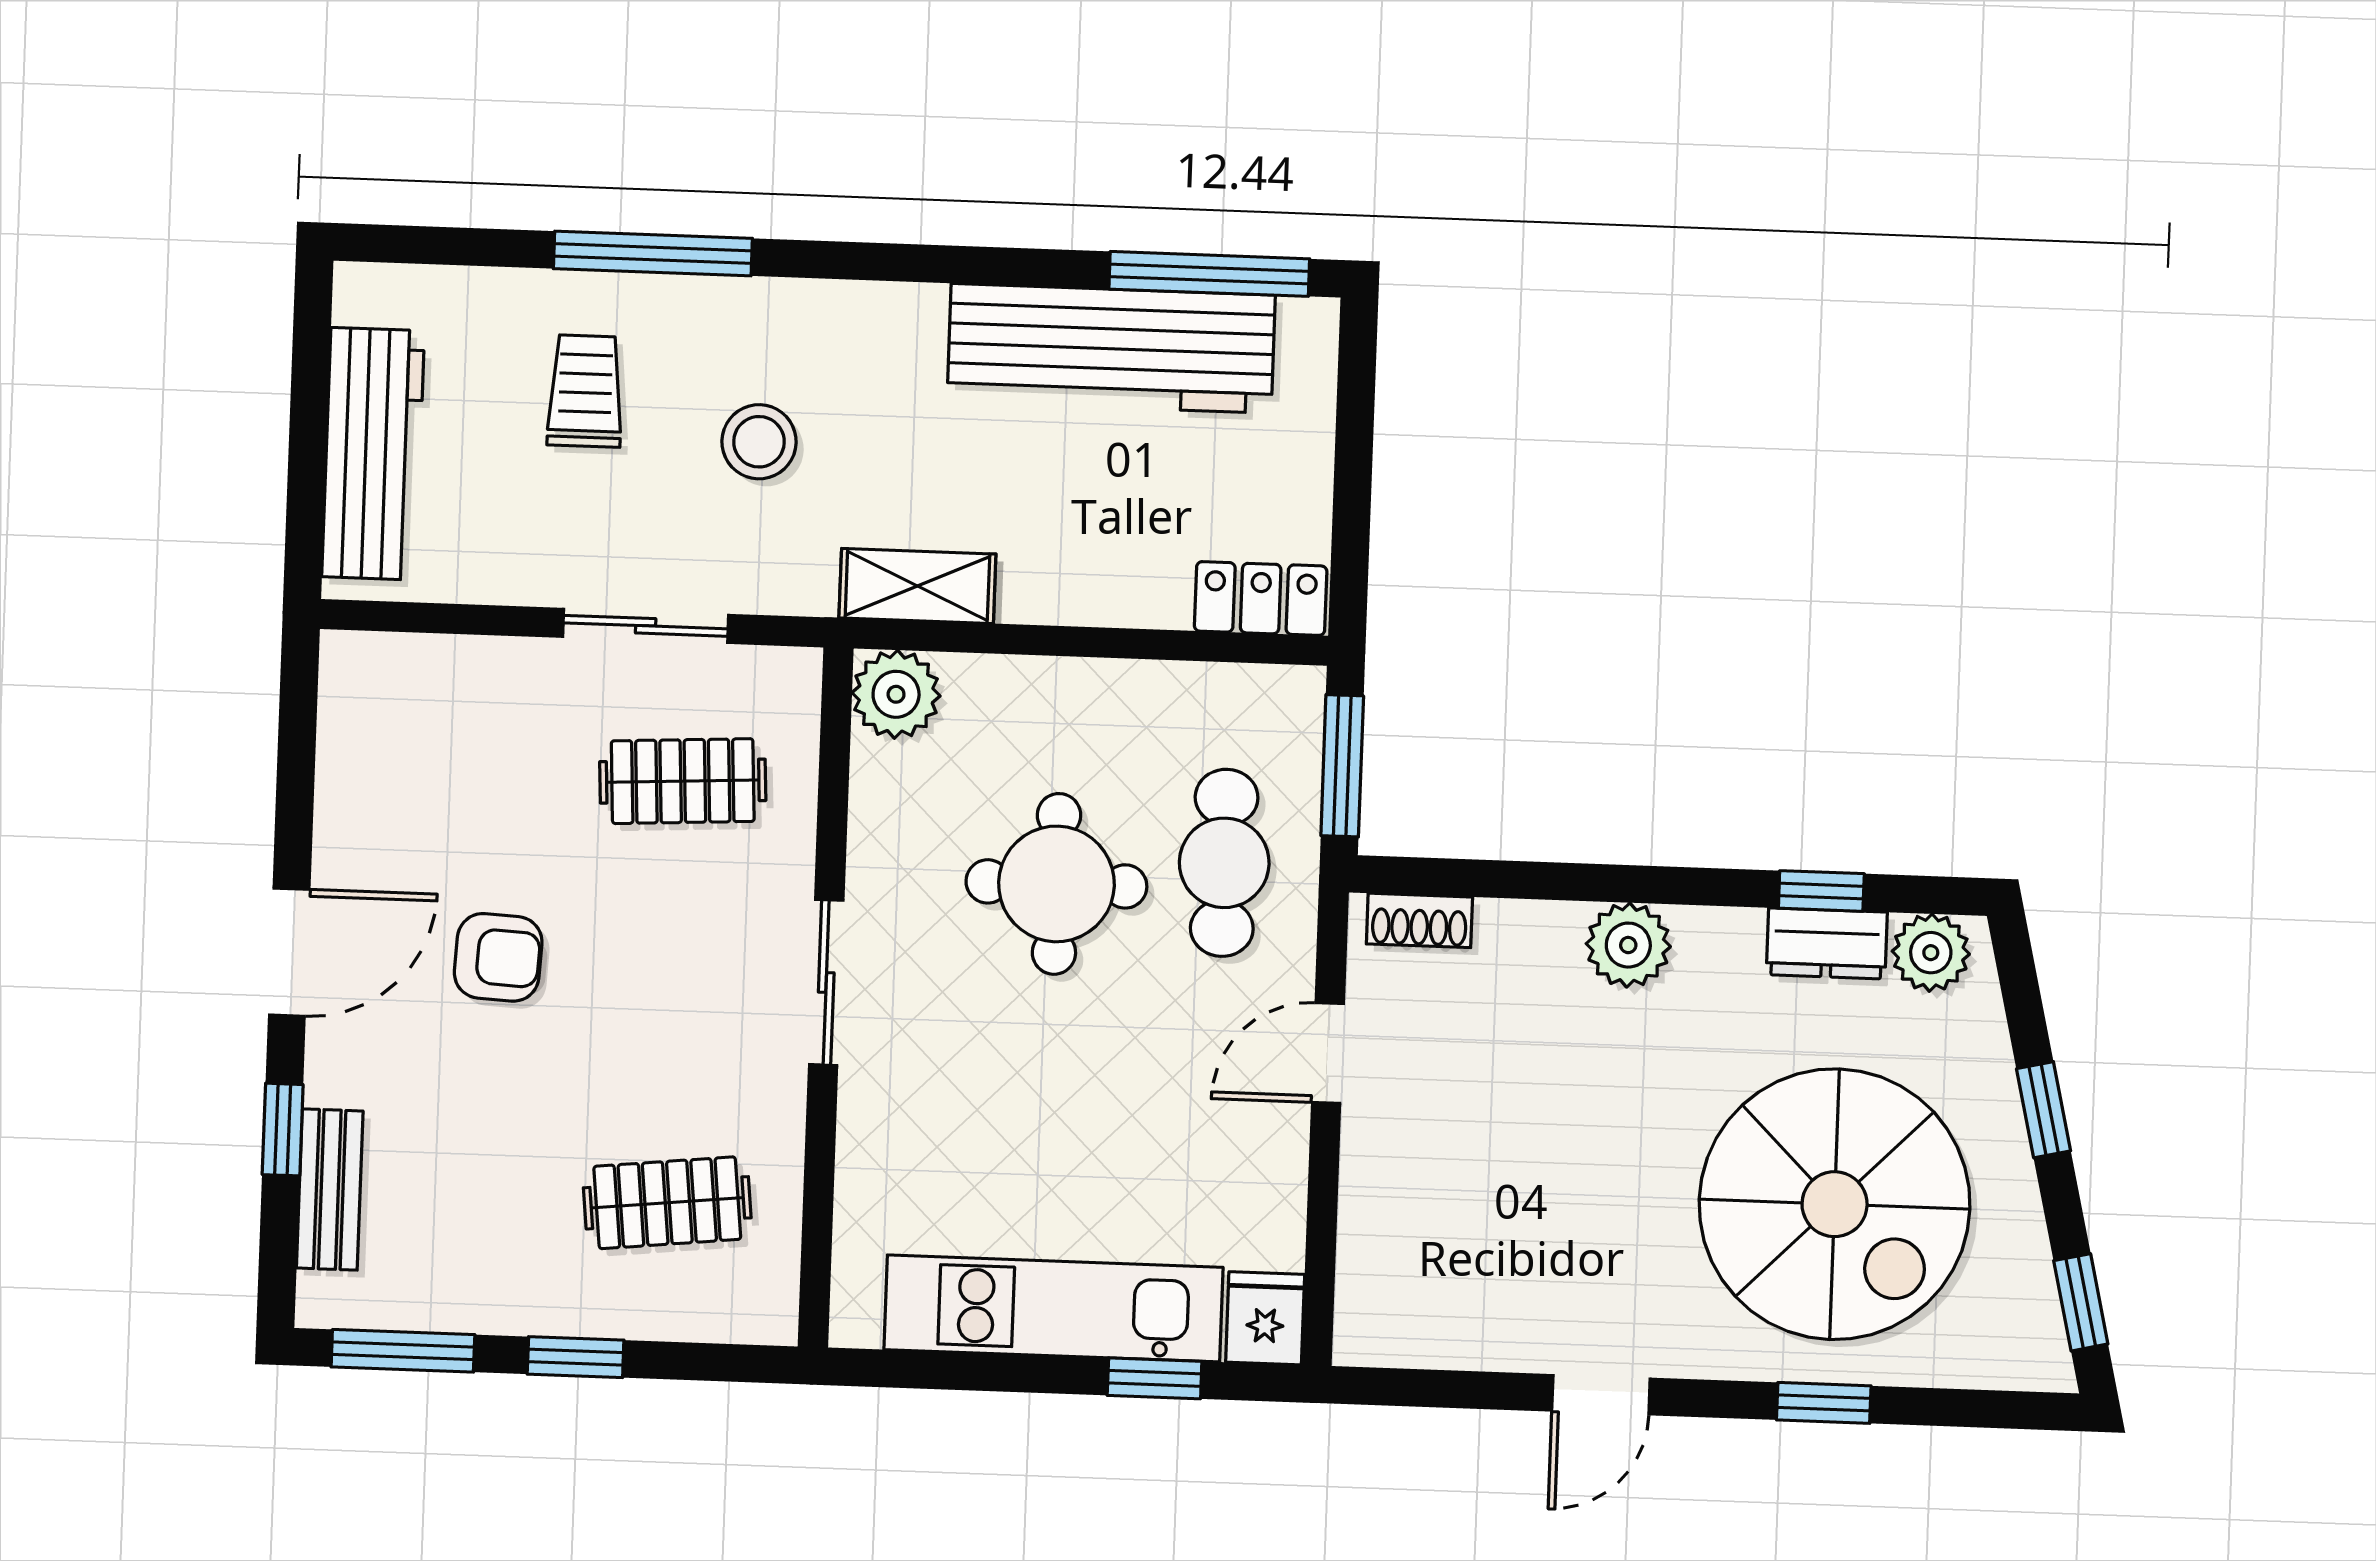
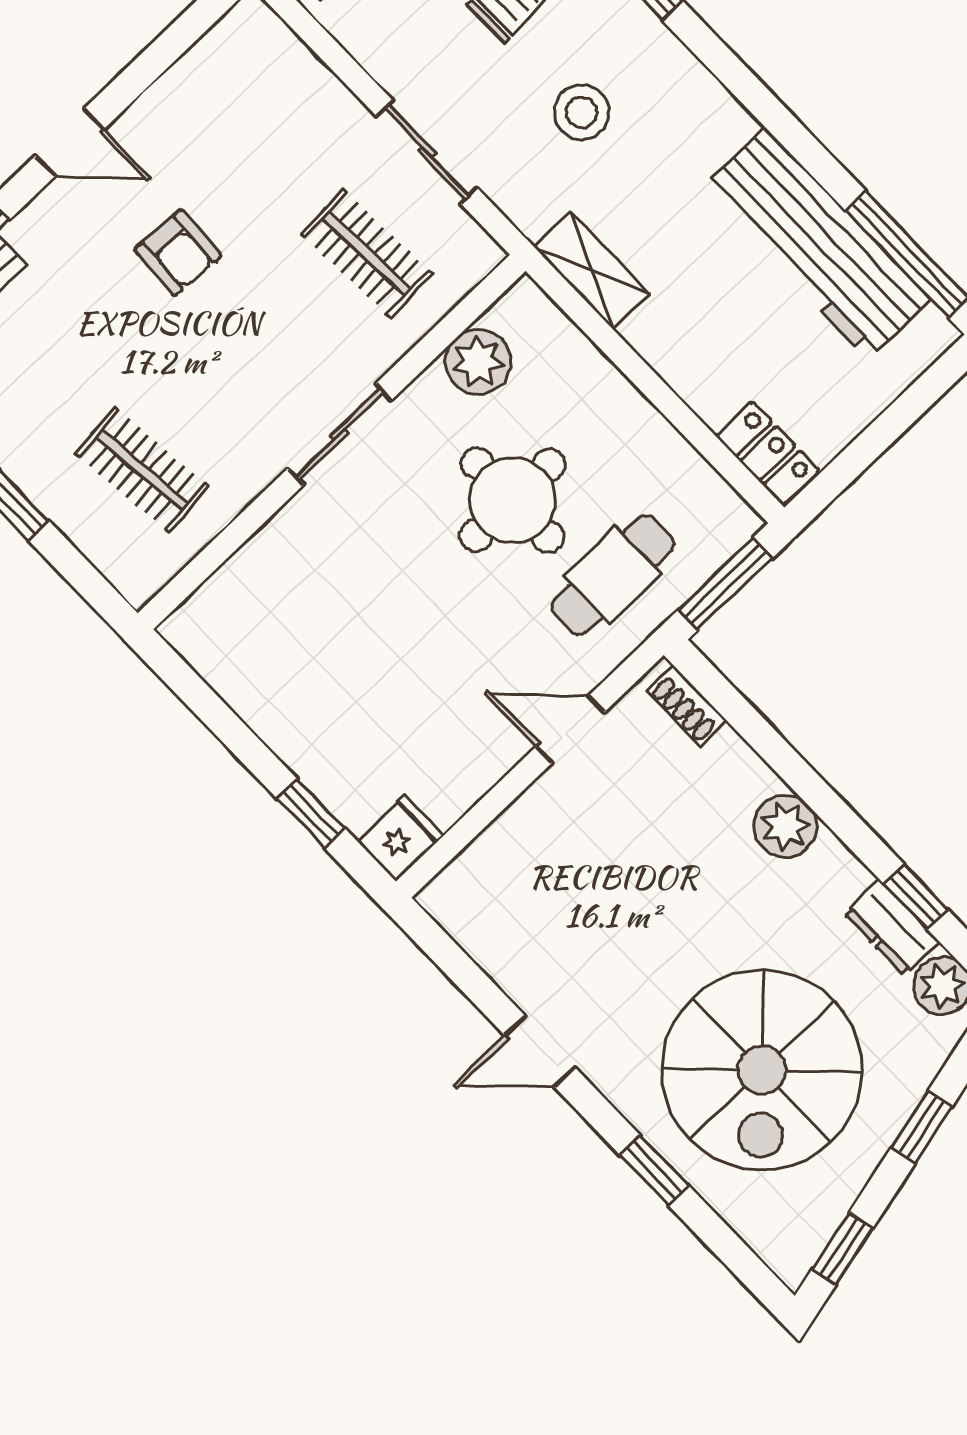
plant: (896, 694) -> (478, 362), moved
door: (289, 952) -> (70, 142), width x0.73
kitchen unit: (1053, 1308) -> (293, 724), removed

